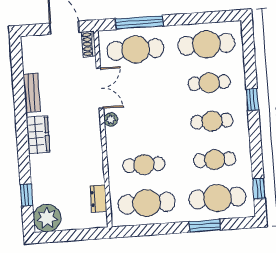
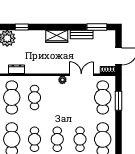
window: (139, 22) -> (118, 101), width x0.69
window: (17, 68) -> (97, 27), added
double door: (100, 88) -> (81, 75), swing flipped

